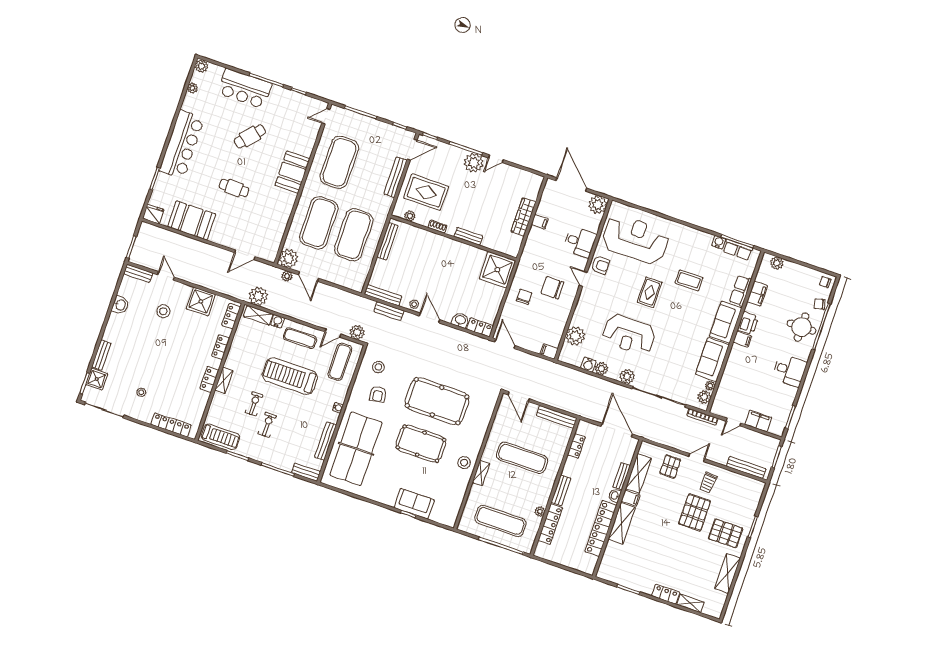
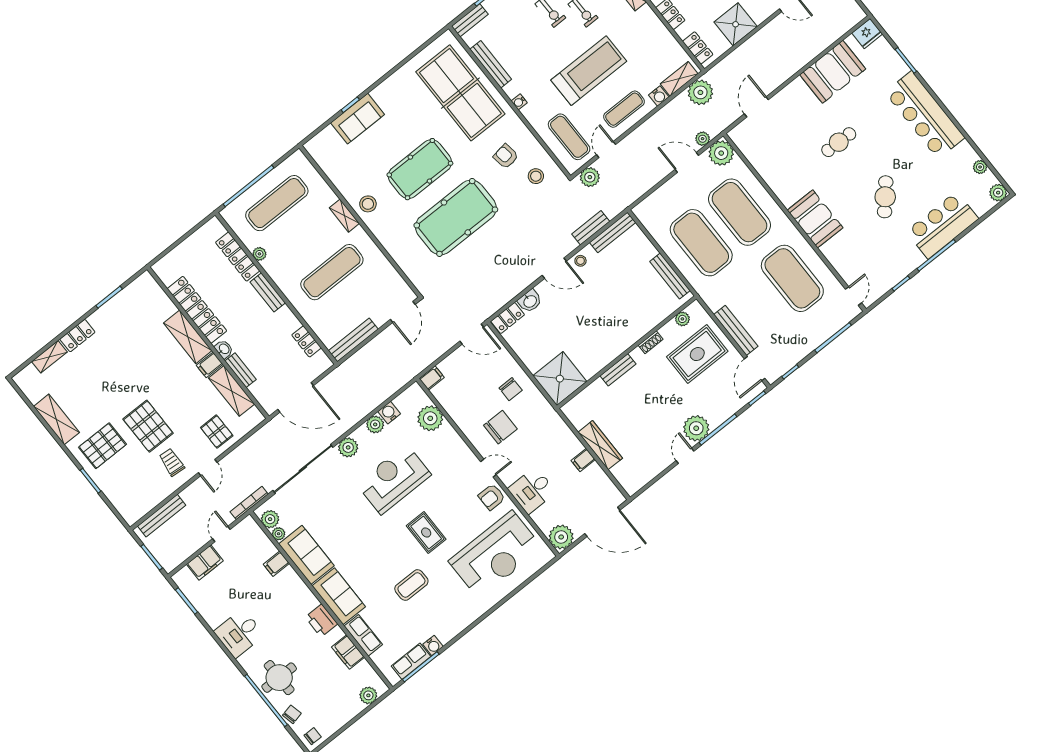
filing cabinet: (742, 339) -> (276, 564), moved
door: (519, 397) -> (403, 312), swing flipped

